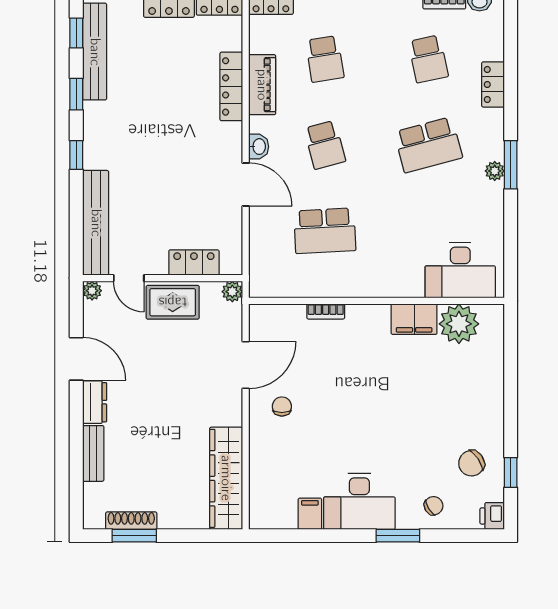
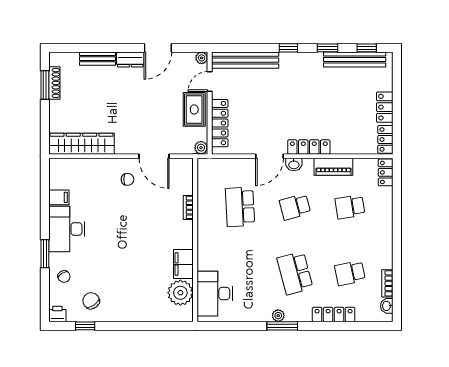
locker: (493, 84) -> (334, 315), width x1.53
locker: (231, 86) -> (309, 147), moved
locker: (194, 262) -> (220, 123), width x1.53

